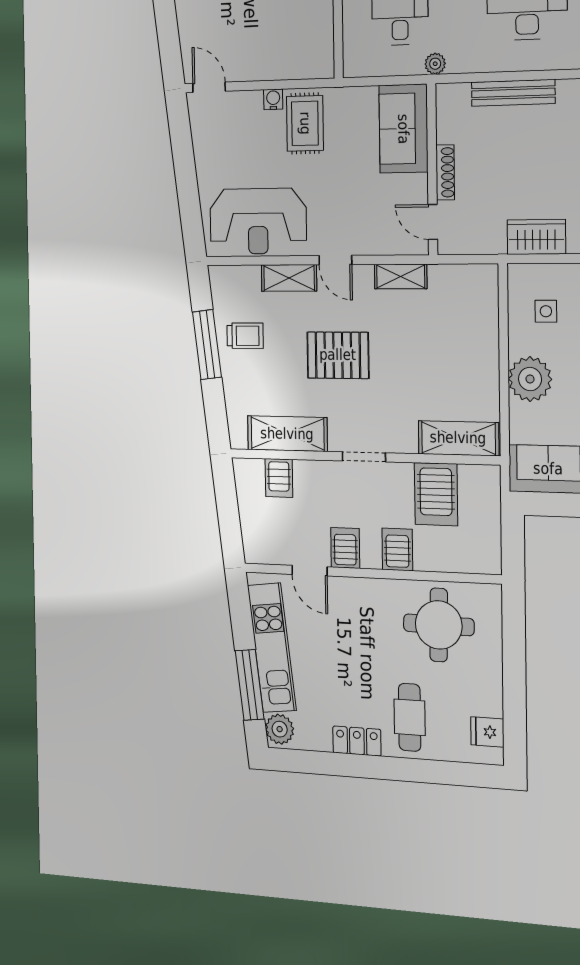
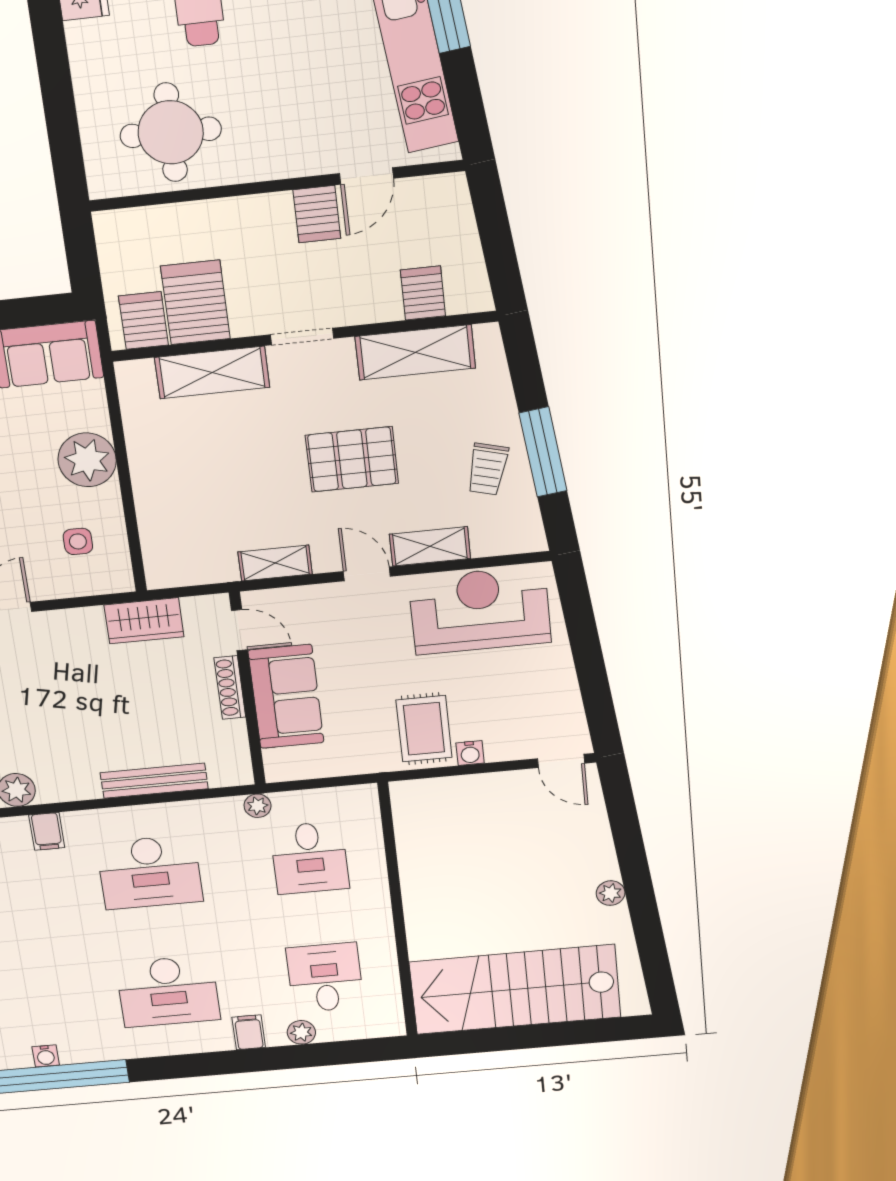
sofa: (403, 129) -> (286, 697), moved
wardrobe: (536, 237) -> (144, 621), moved
trolley: (245, 336) -> (487, 469), turned -75
shelving: (458, 438) -> (212, 372), moved
server rack: (397, 549) -> (143, 321), moved, turned 180
door: (310, 571) -> (366, 176), swing flipped

